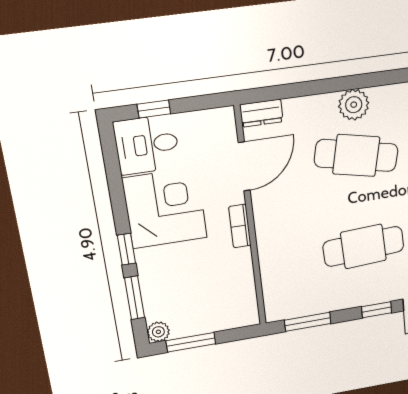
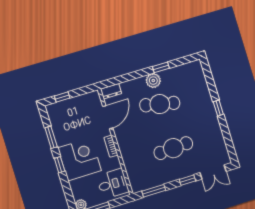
window: (375, 79) -> (161, 67), added
desk: (147, 145) -> (113, 184), moved, turned 180
corner desk: (165, 208) -> (80, 159), moved
window: (135, 298) -> (51, 137), moved

